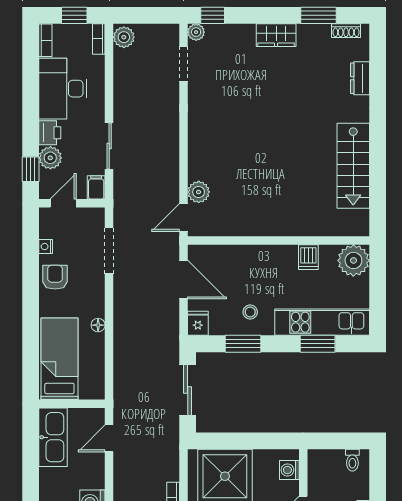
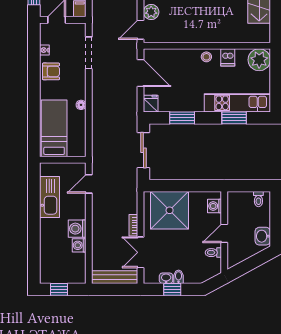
armchair: (55, 277) -> (51, 71), turned 90
stool: (250, 312) -> (206, 57), moved
kitchen sink: (53, 437) -> (50, 197), moved

